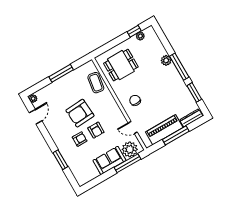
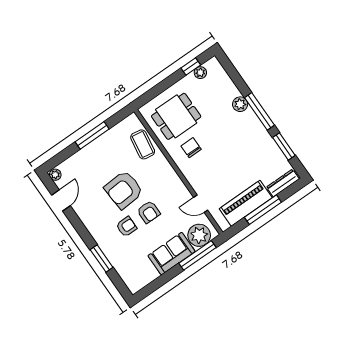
chair: (135, 100) -> (191, 148), moved

